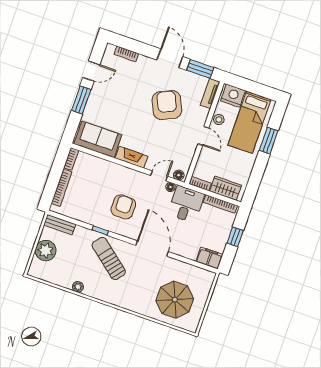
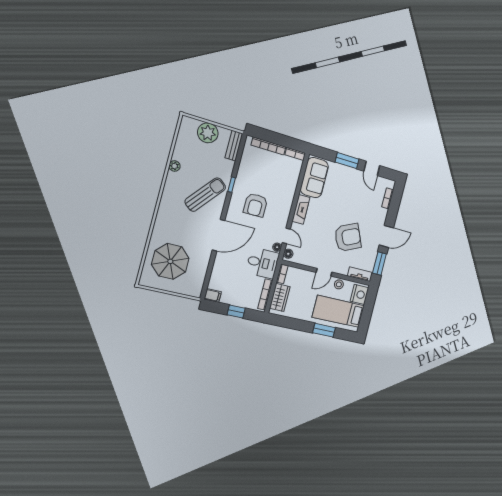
armchair: (123, 207) -> (255, 205), turned 90
filing cabinet: (209, 258) -> (213, 295), width x0.50

